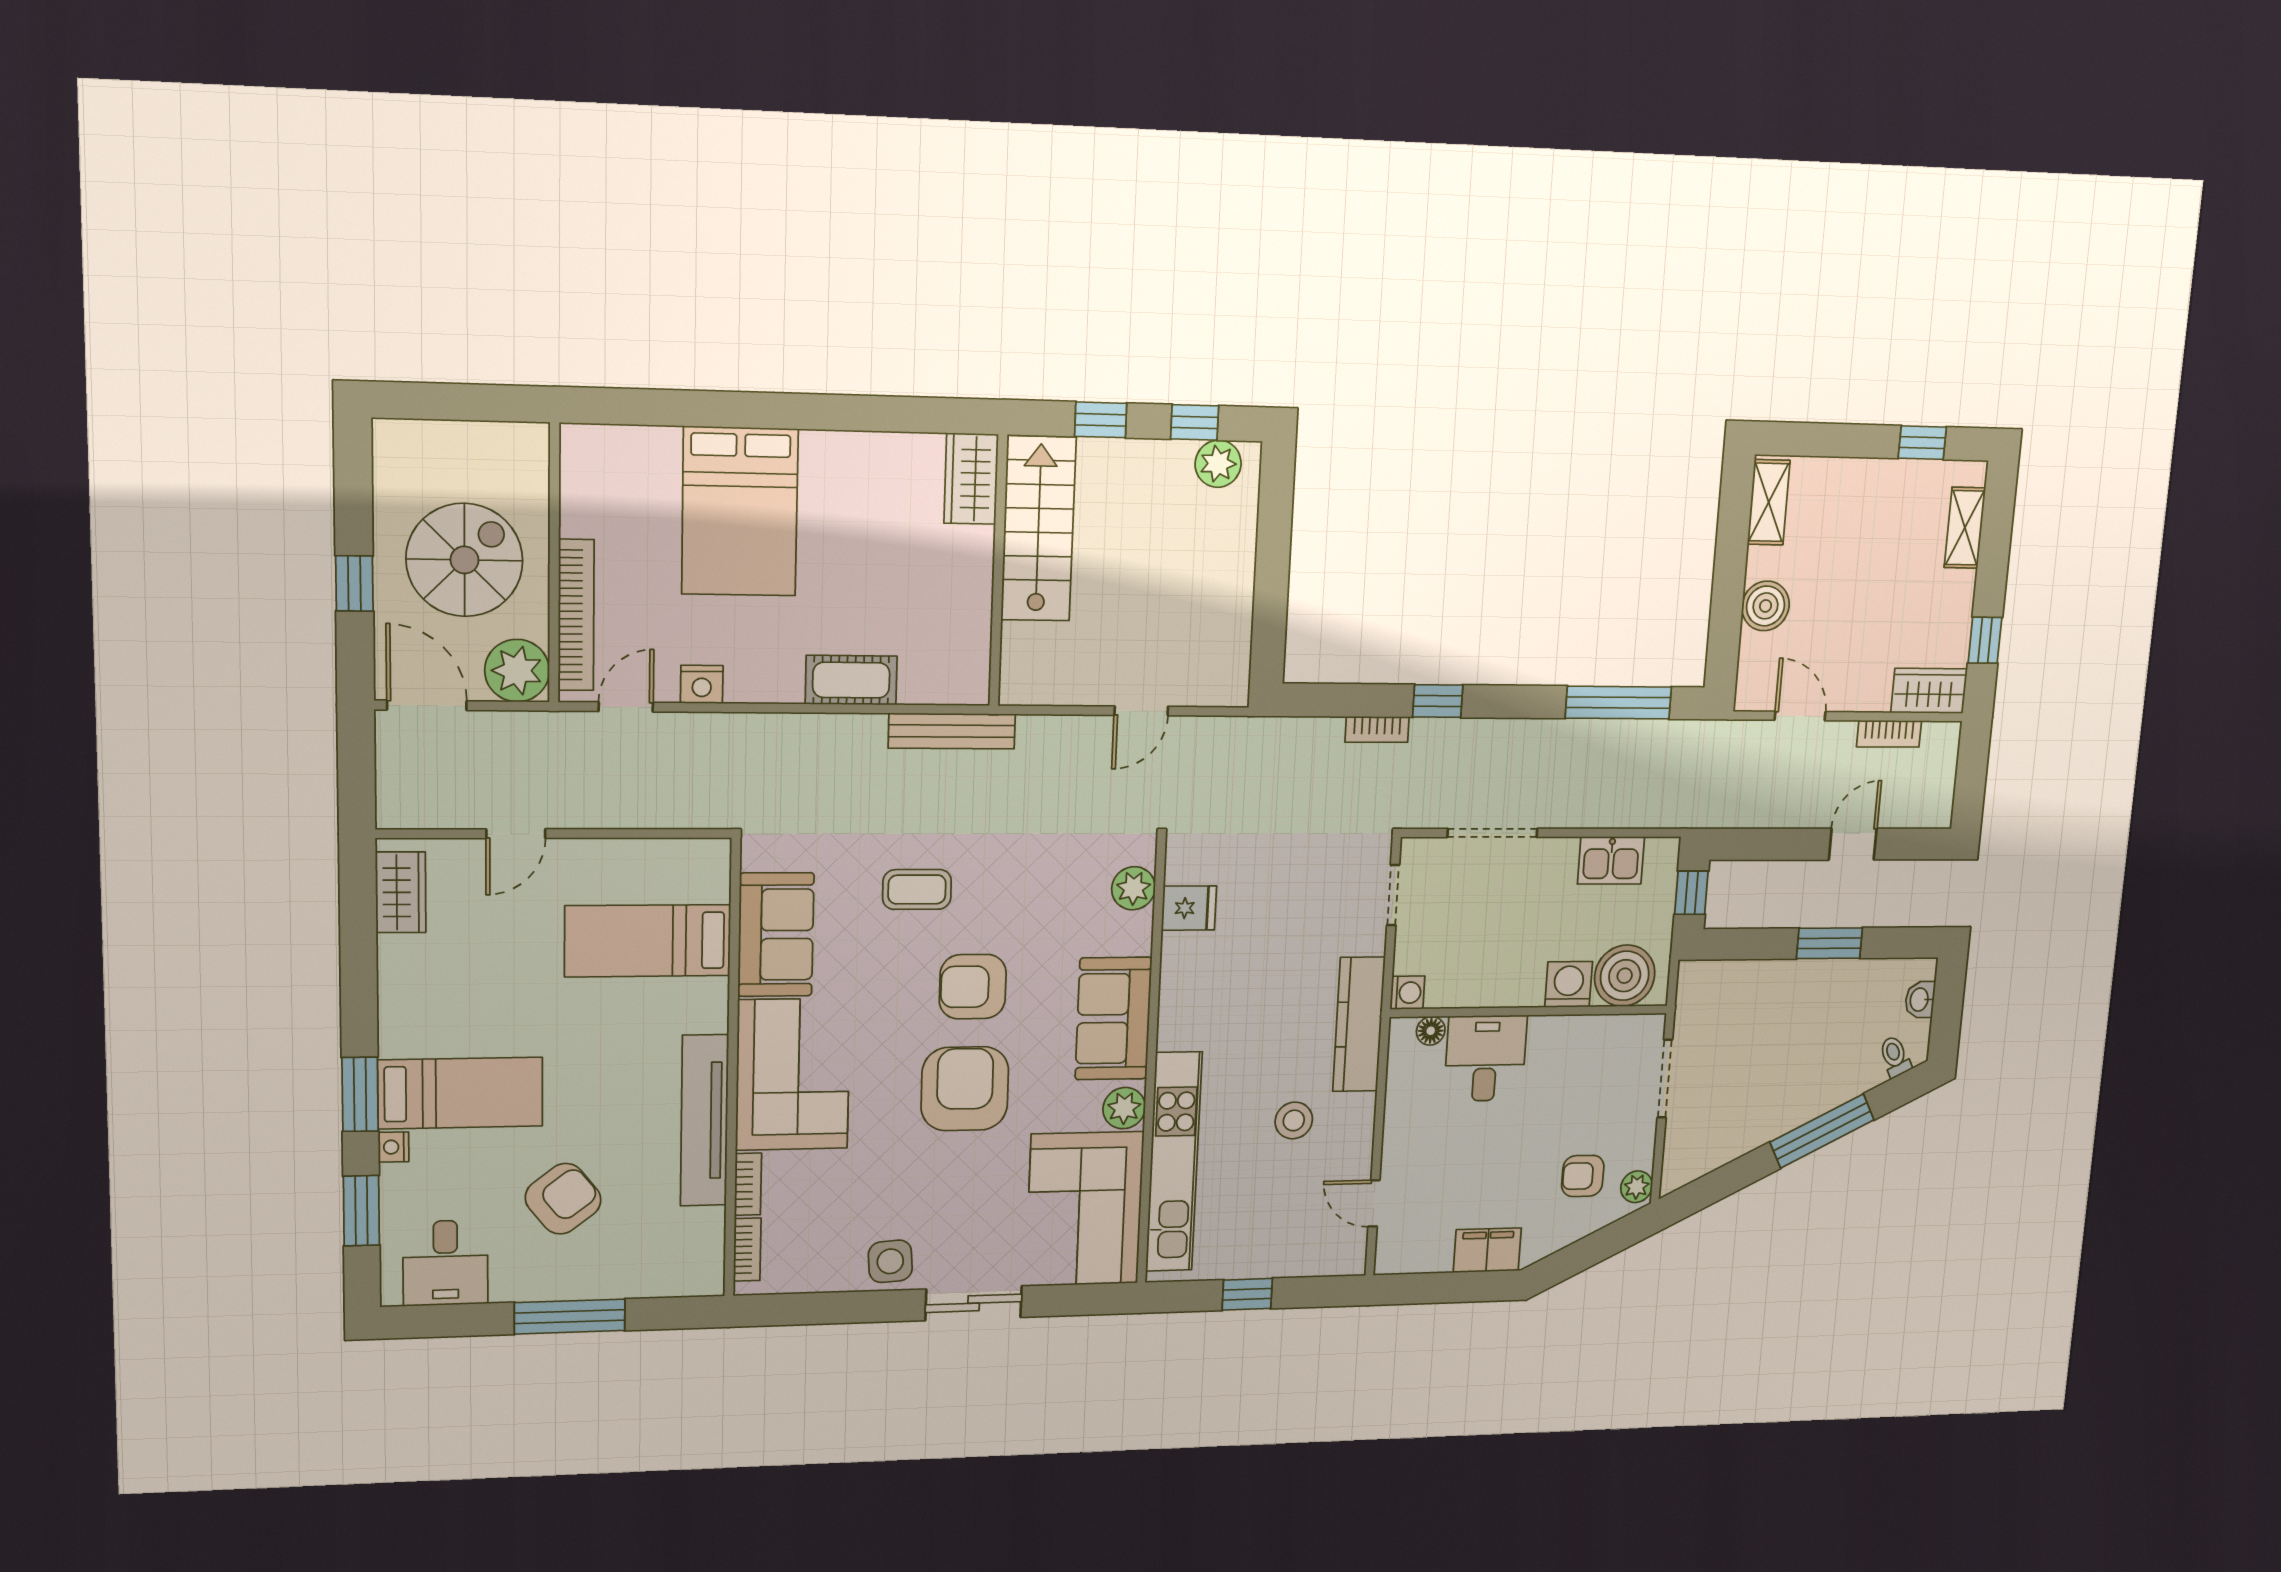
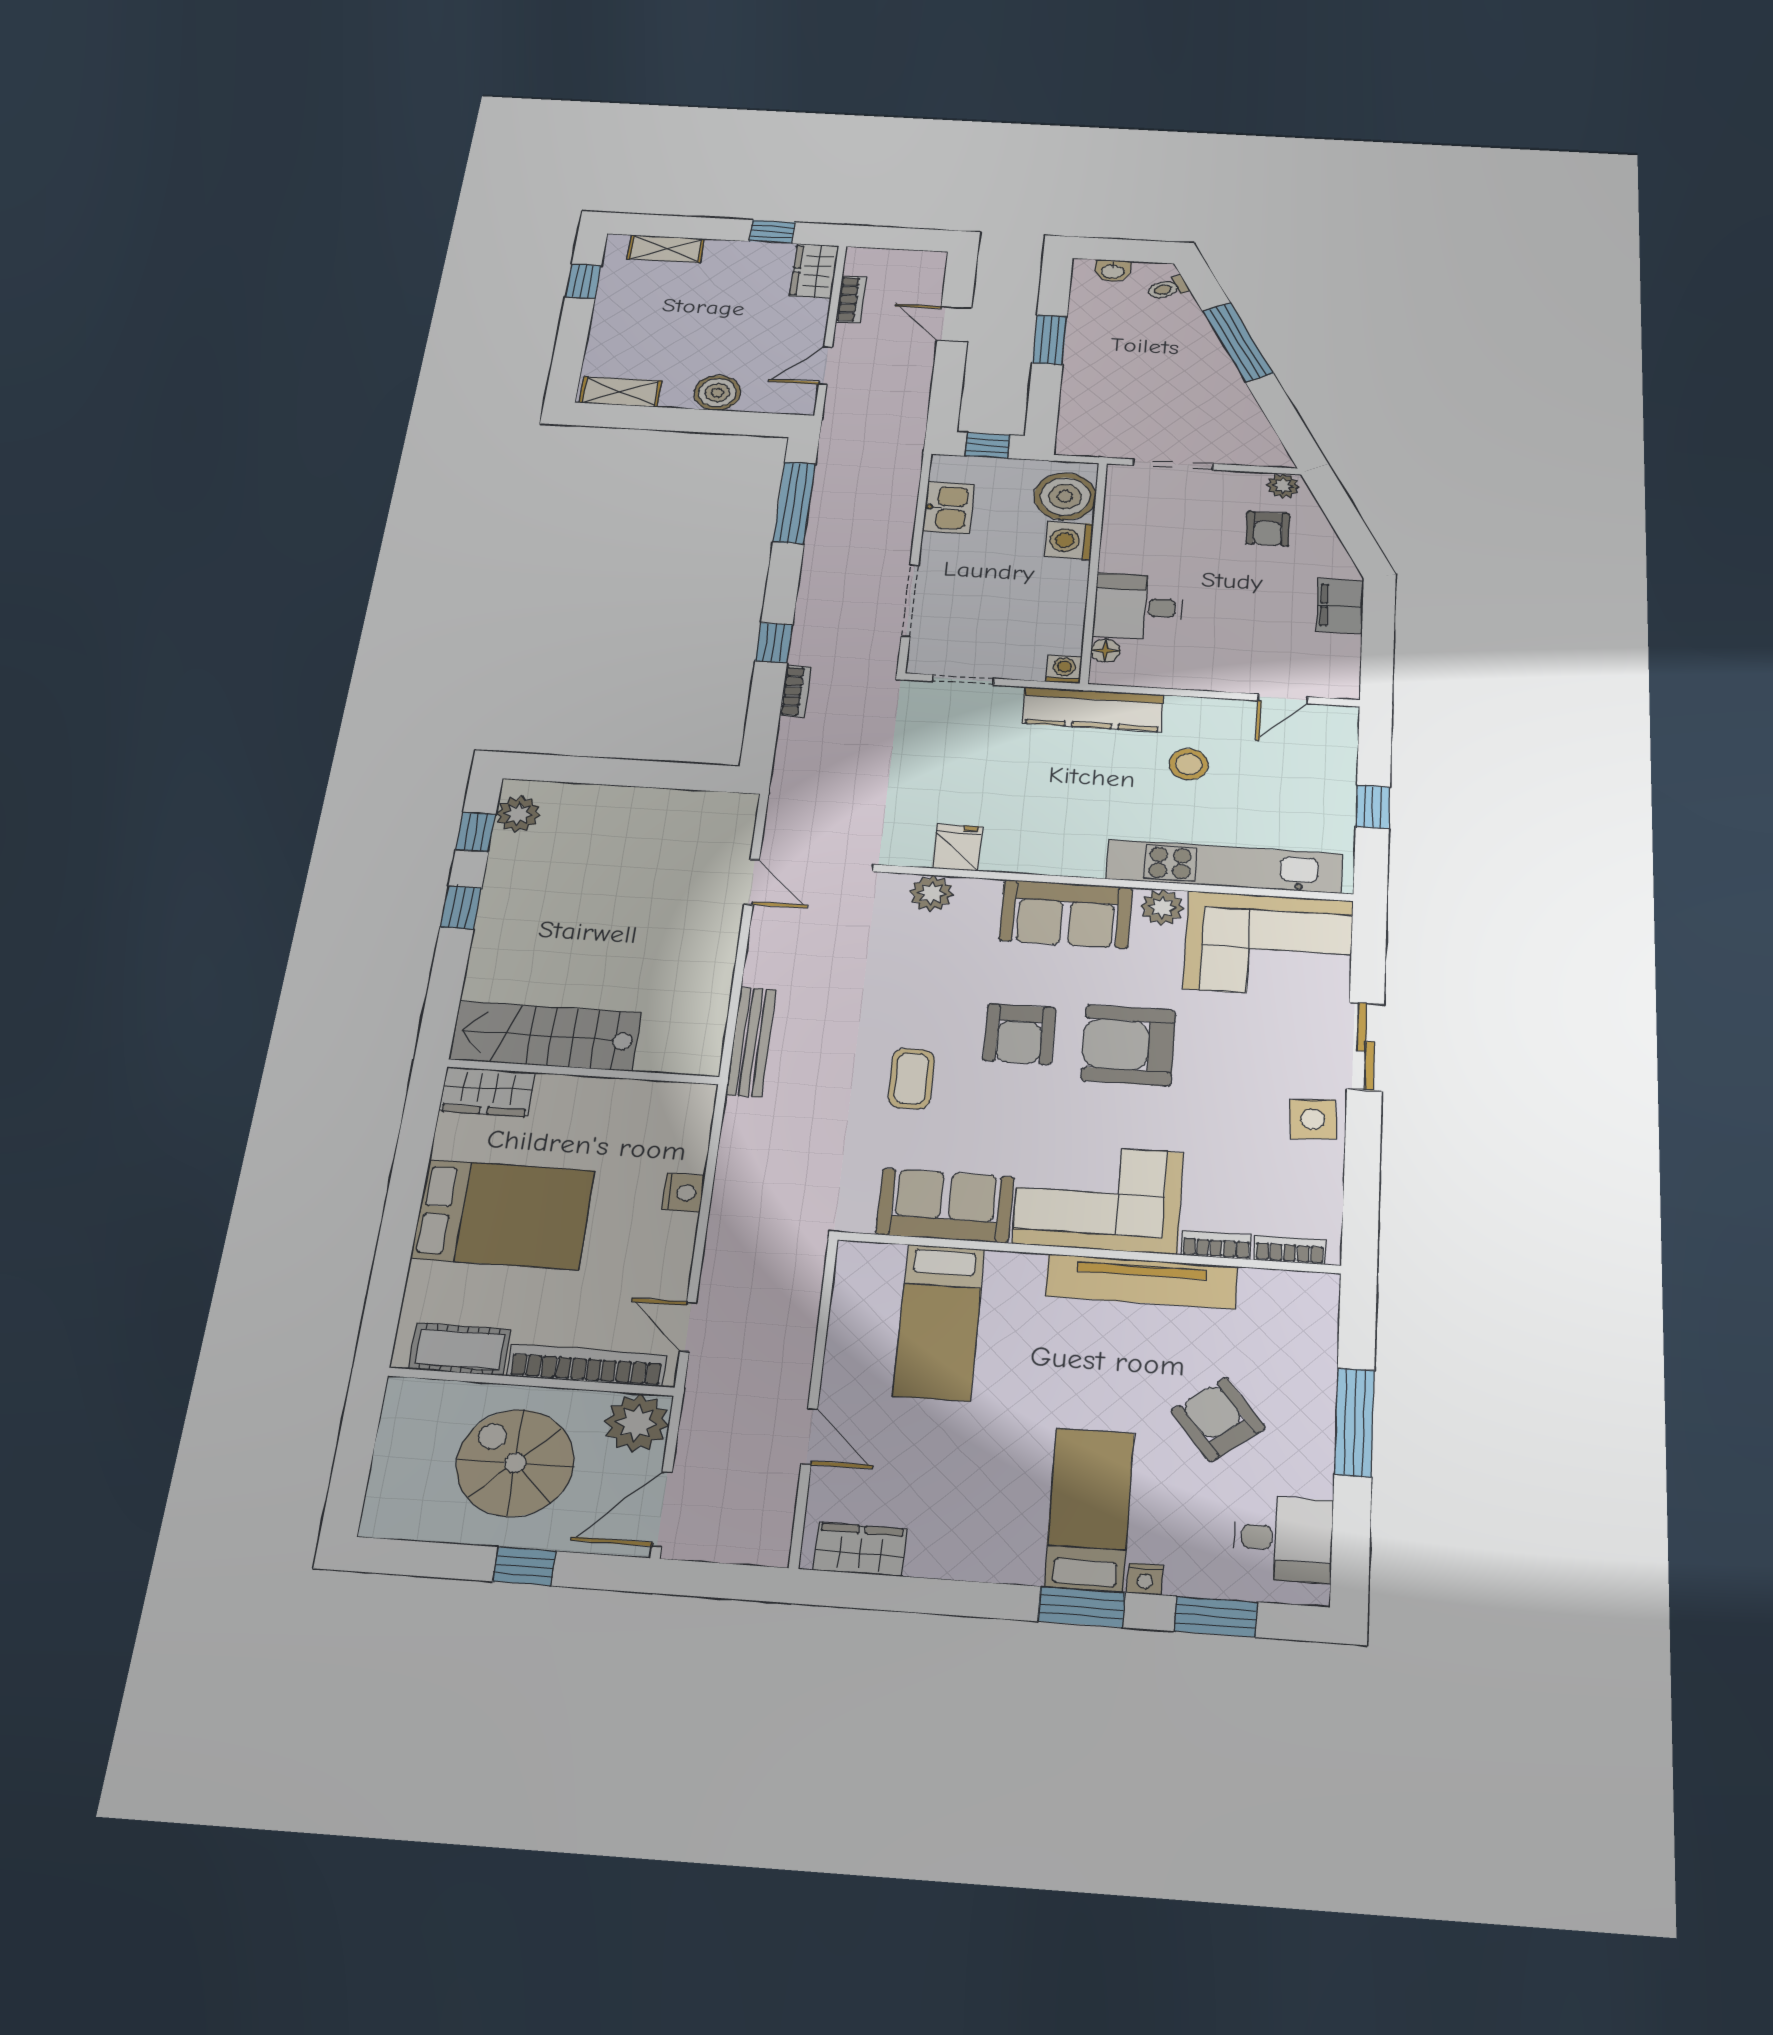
wardrobe: (971, 479) -> (487, 1092), moved
stairs: (1038, 529) -> (546, 1036), moved
wall: (998, 571) -> (583, 1072), moved
cot: (851, 680) -> (460, 1349), moved, turned 90
nightstand: (702, 684) -> (683, 1193), moved

